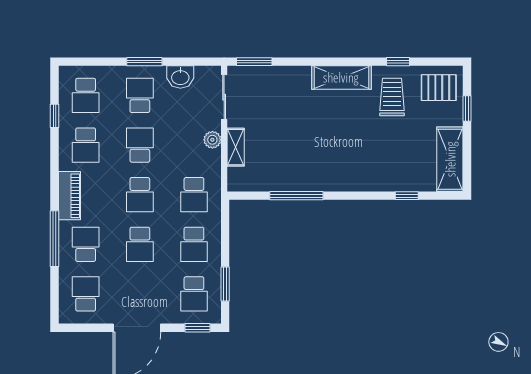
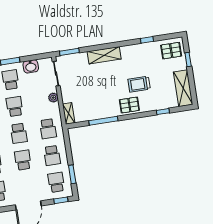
shelving: (341, 77) -> (104, 55), moved
trolley: (392, 97) -> (139, 84), moved, turned -90
shelving: (236, 147) -> (69, 113), moved
pallet: (348, 175) -> (129, 105), added
school desk: (140, 244) -> (23, 160), turned 180
school desk: (194, 294) -> (56, 182), turned 180

